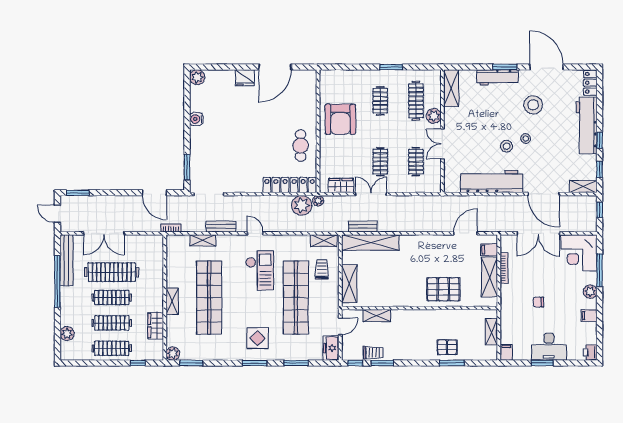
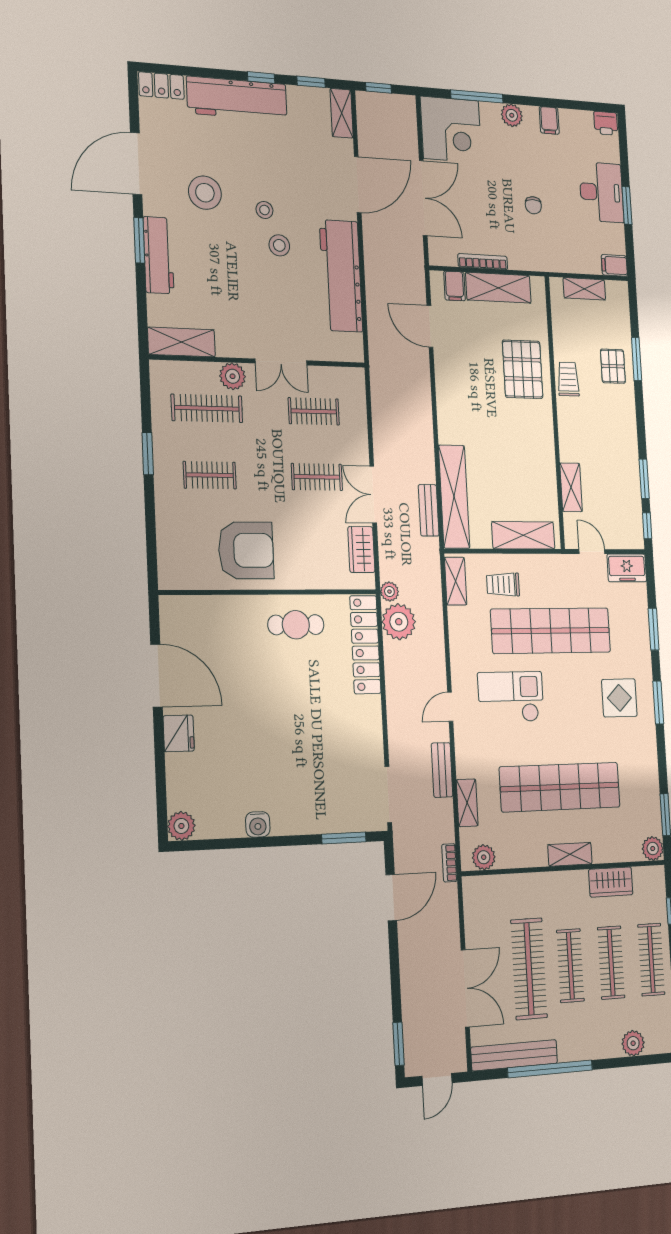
plant: (173, 249) -> (484, 857), added
trolley: (373, 353) -> (568, 379), moved

